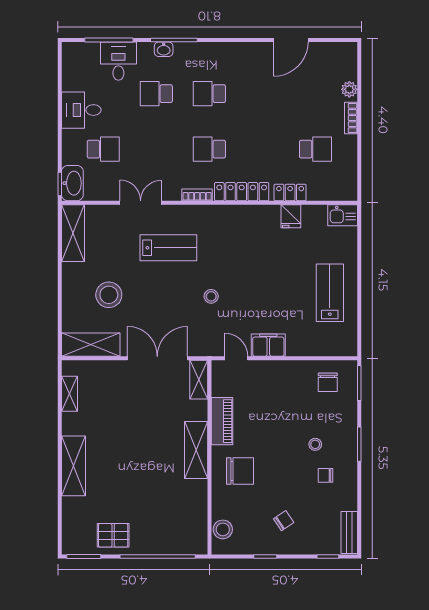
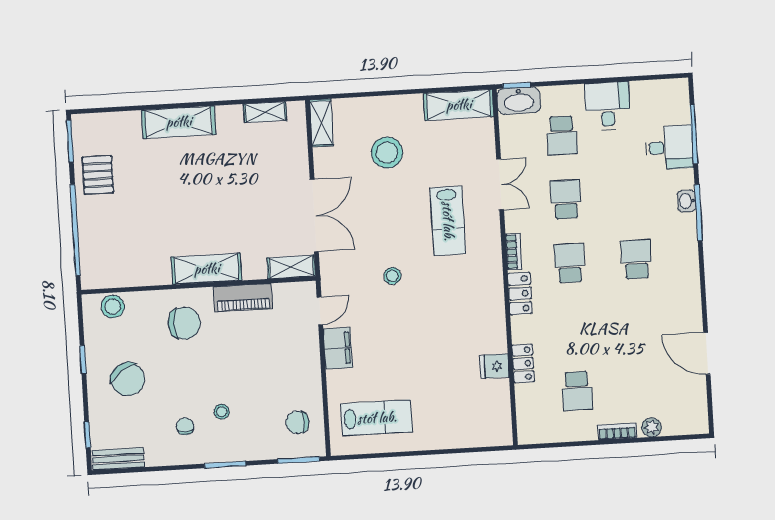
school desk: (156, 94) -> (566, 199), moved
locker: (242, 192) -> (520, 294), width x0.66
kitchen sink: (343, 215) -> (499, 428), removed
lab bench: (330, 293) -> (377, 418), moved
shelving: (91, 345) -> (321, 123), width x0.67, depth x0.75
chair: (240, 471) -> (184, 323), turned -90
chair: (284, 521) -> (128, 379), width x1.87, depth x1.87

